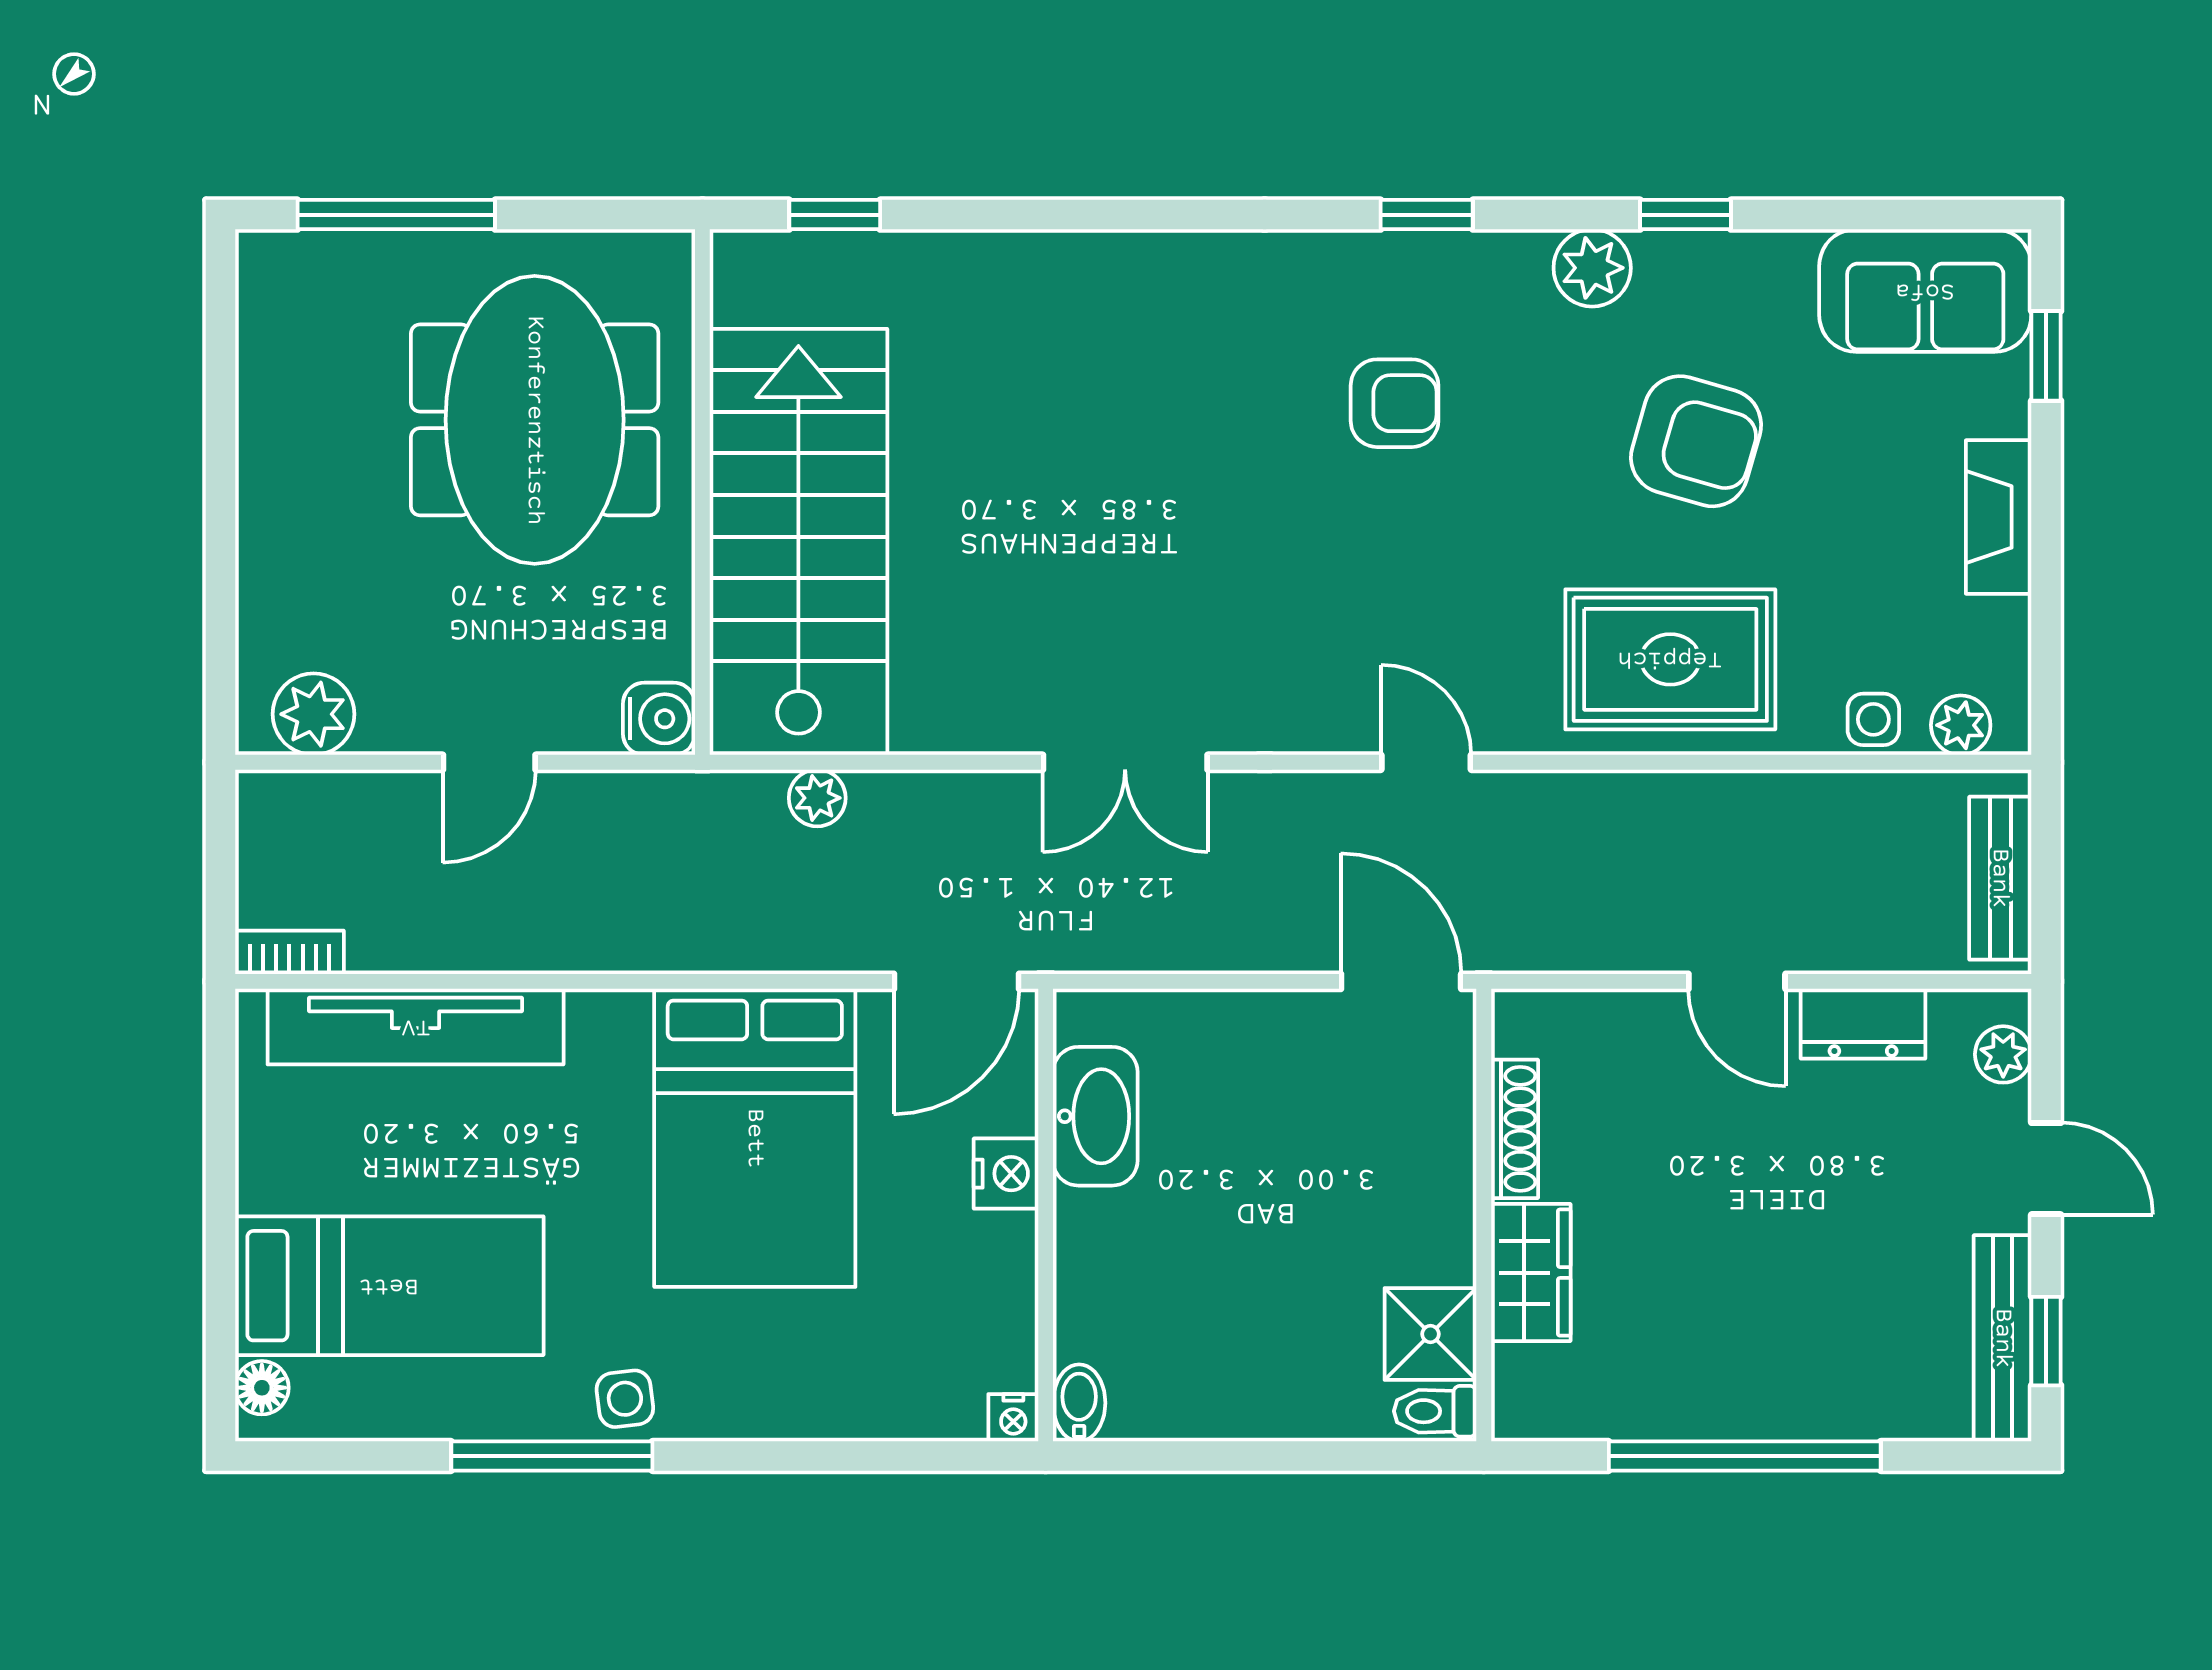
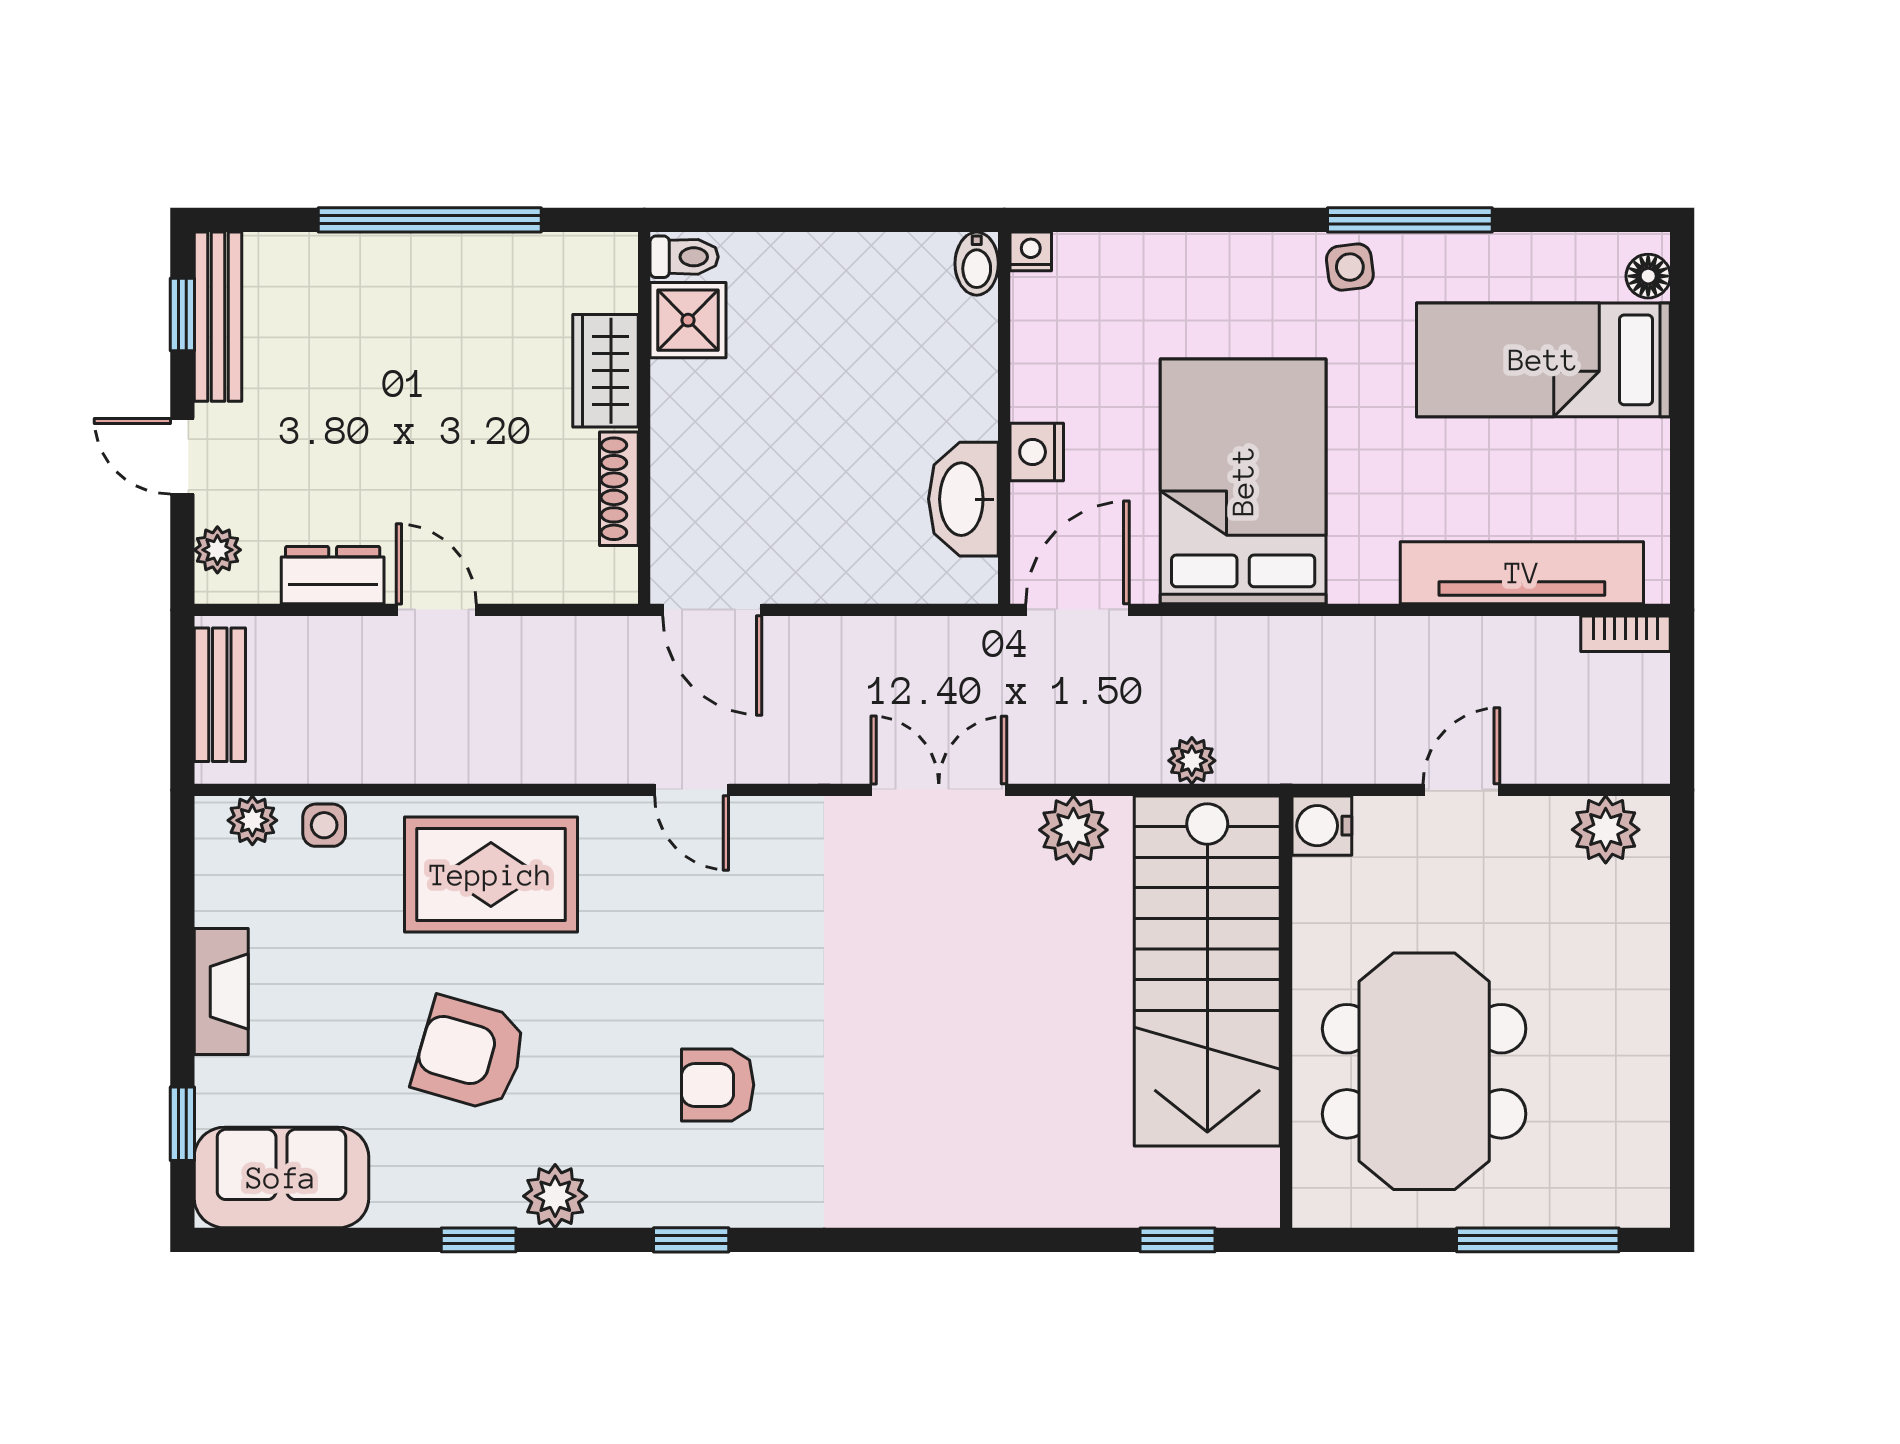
plant: (961, 714) -> (1073, 830), added

